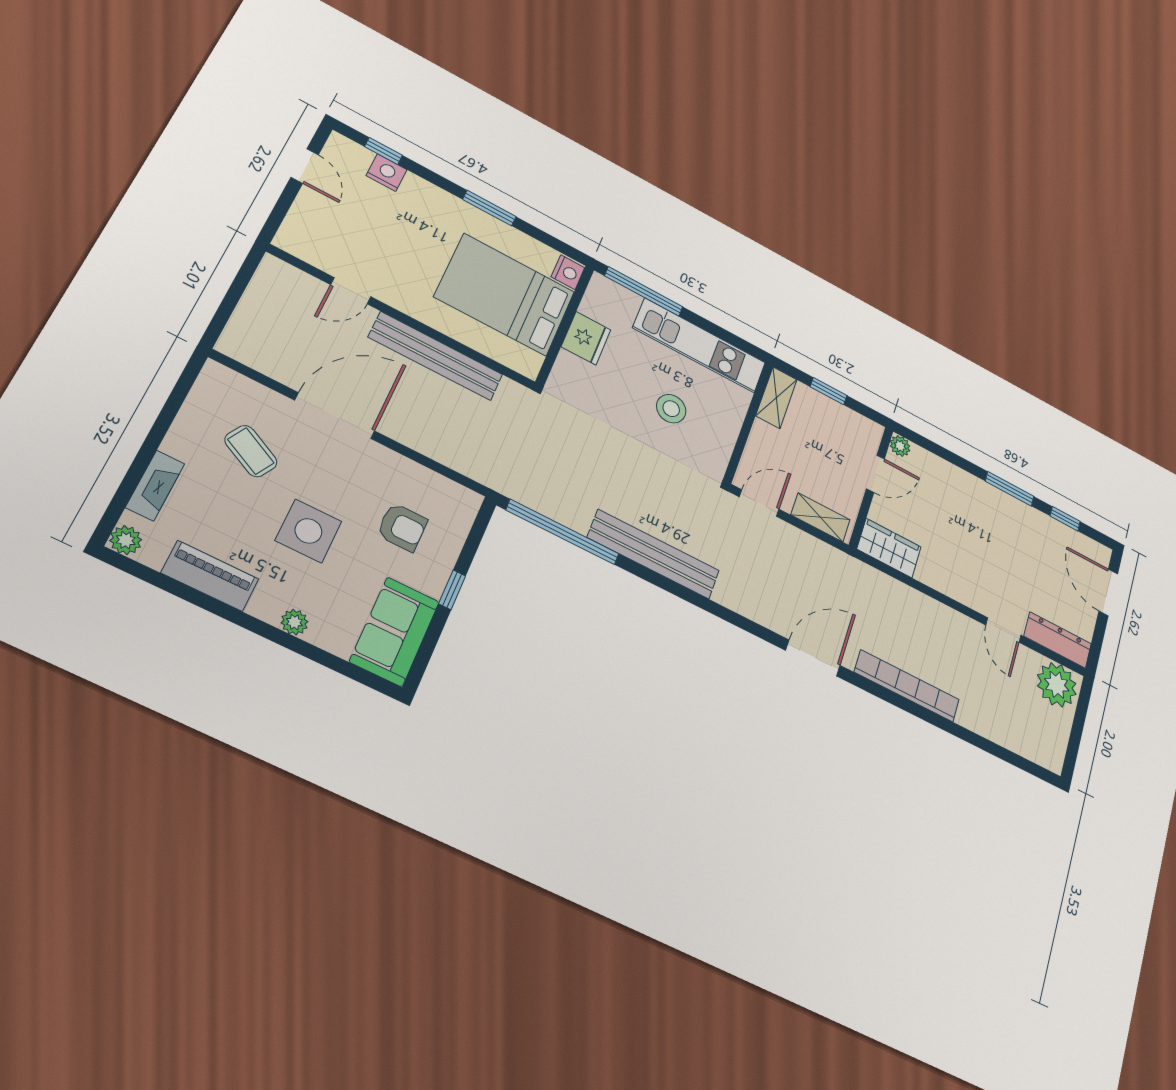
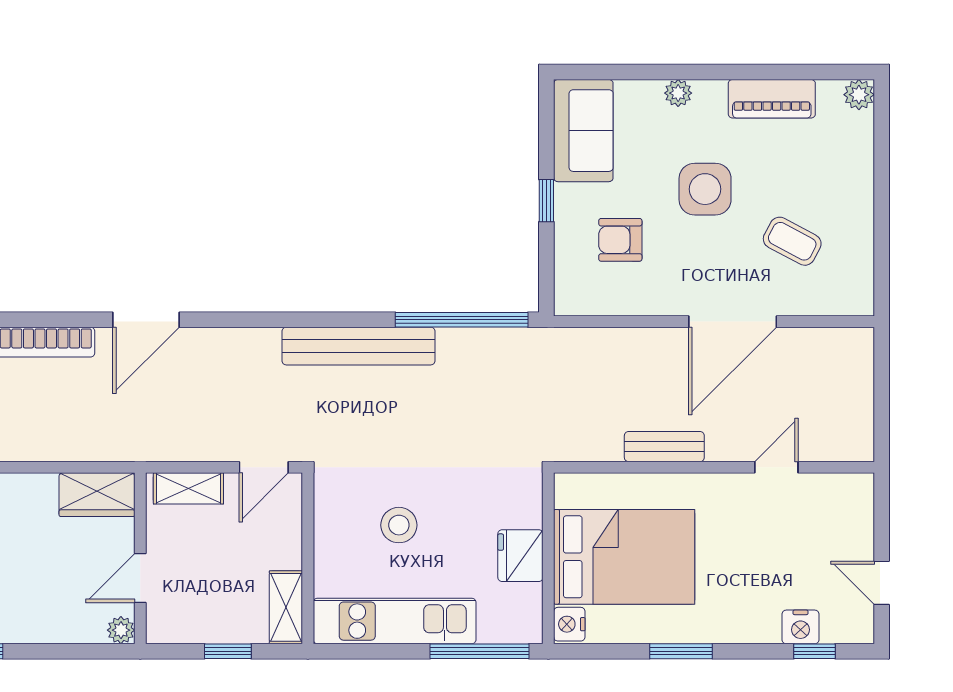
bench: (436, 356) -> (664, 447), width x0.54, depth x0.82
fireplace: (155, 486) -> (859, 160), removed

